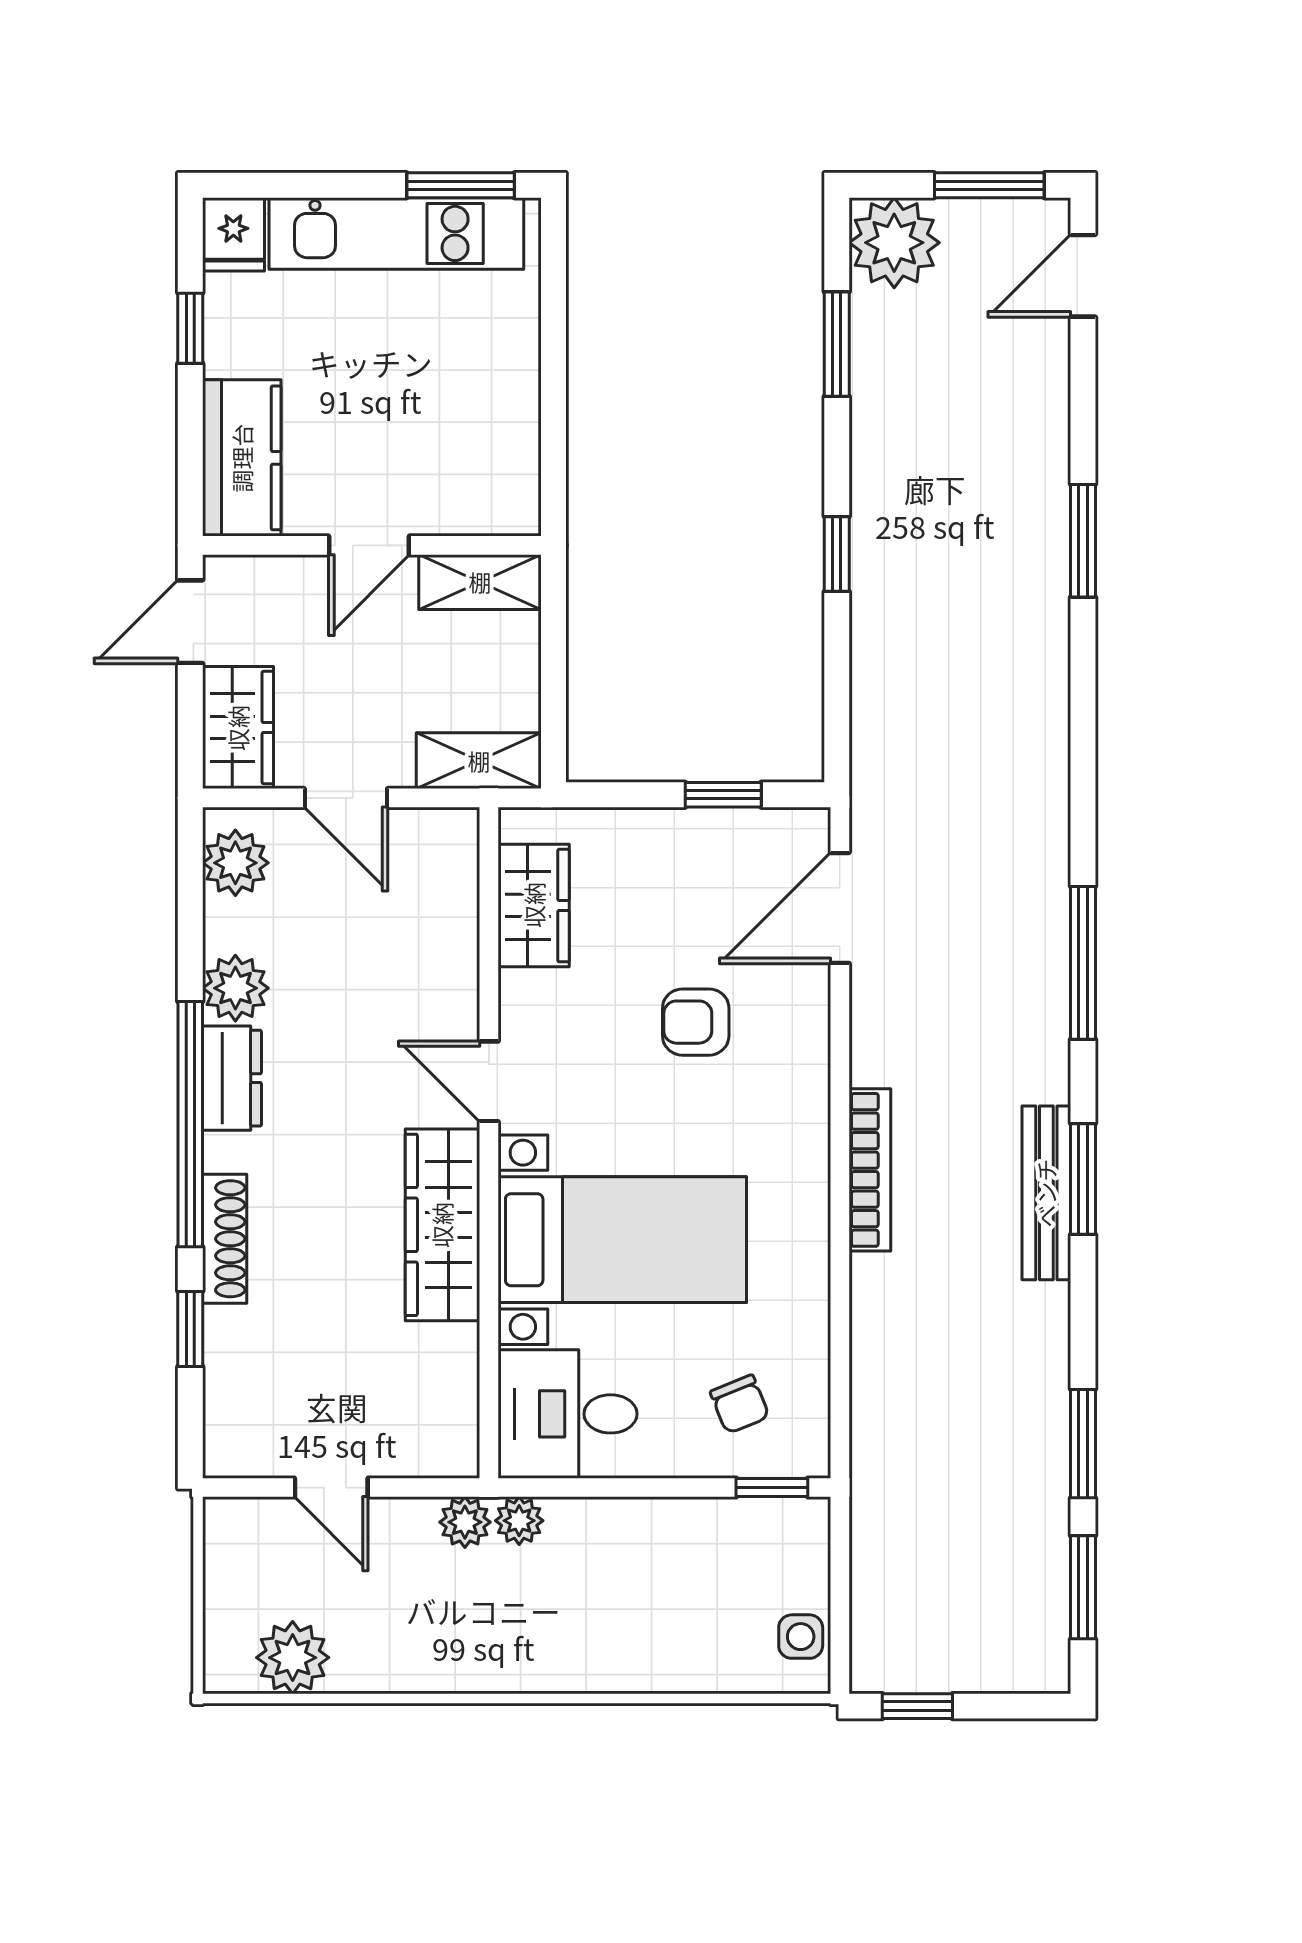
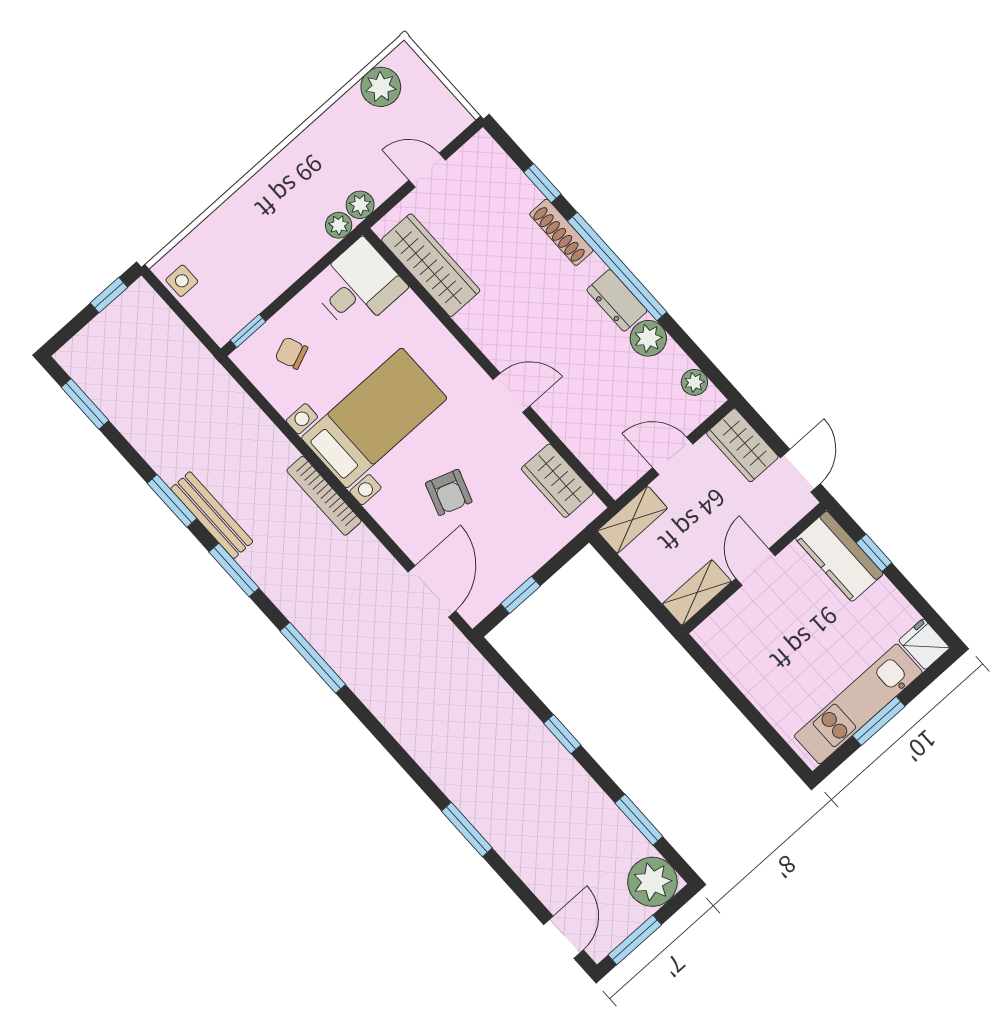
window: (461, 185) -> (879, 721), moved
window: (190, 328) -> (874, 553), moved
plant: (235, 863) -> (694, 382), width x0.73, depth x0.73
armchair: (696, 1022) -> (449, 492), turned 109
bench: (1046, 1193) -> (212, 515), moved
wardrobe: (442, 1225) -> (431, 265), moved
bed with nightstands: (622, 1240) -> (374, 418), moved, turned 180
window: (1083, 1444) -> (172, 501), moved

